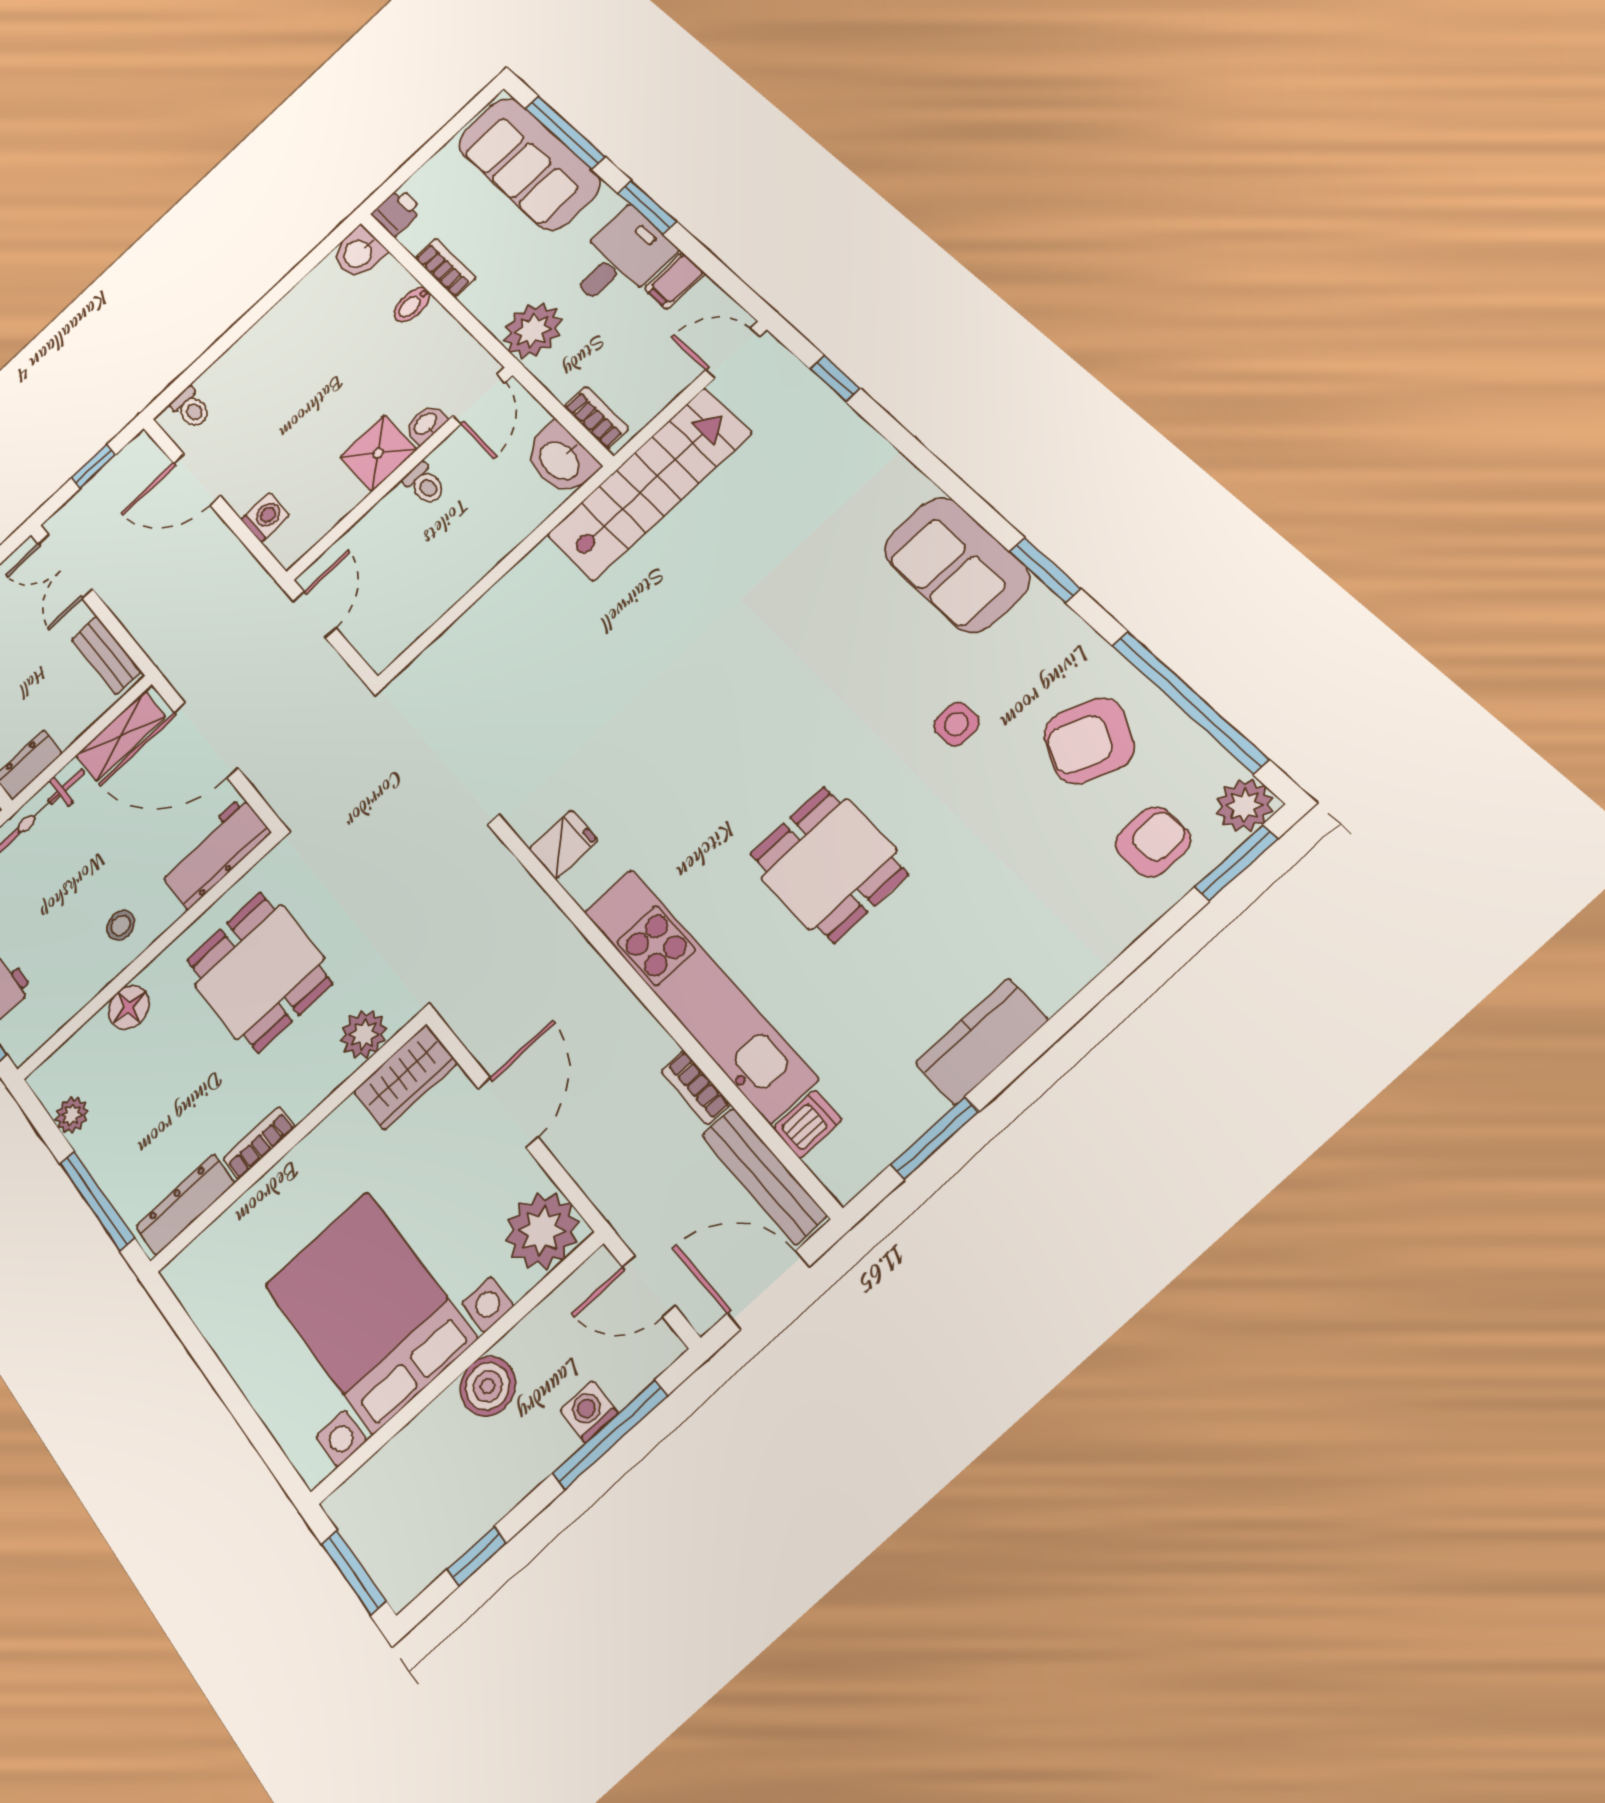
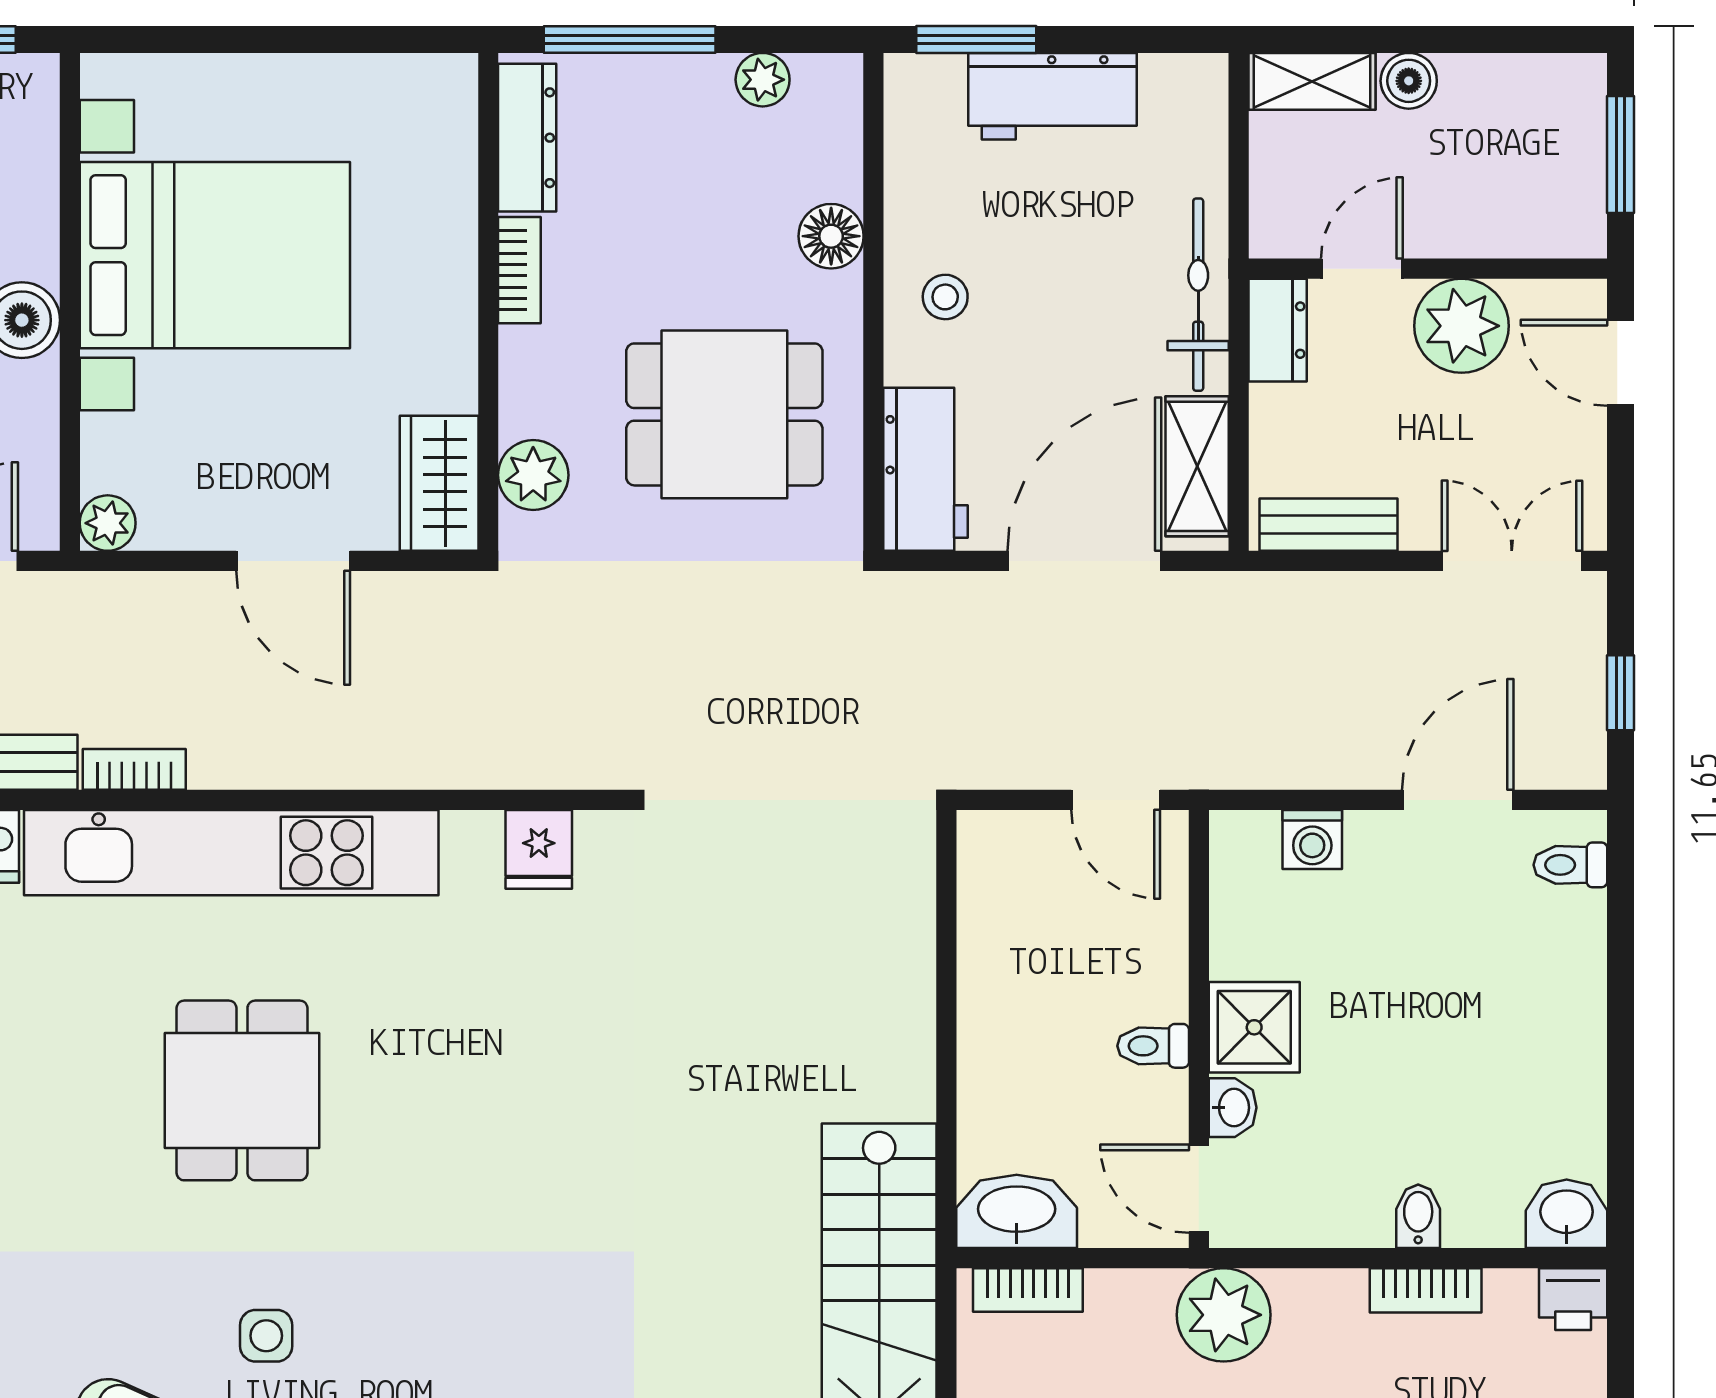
dining table: (828, 864) -> (242, 1090), turned 90
plant: (542, 1231) -> (108, 523), width x0.53, depth x0.53

